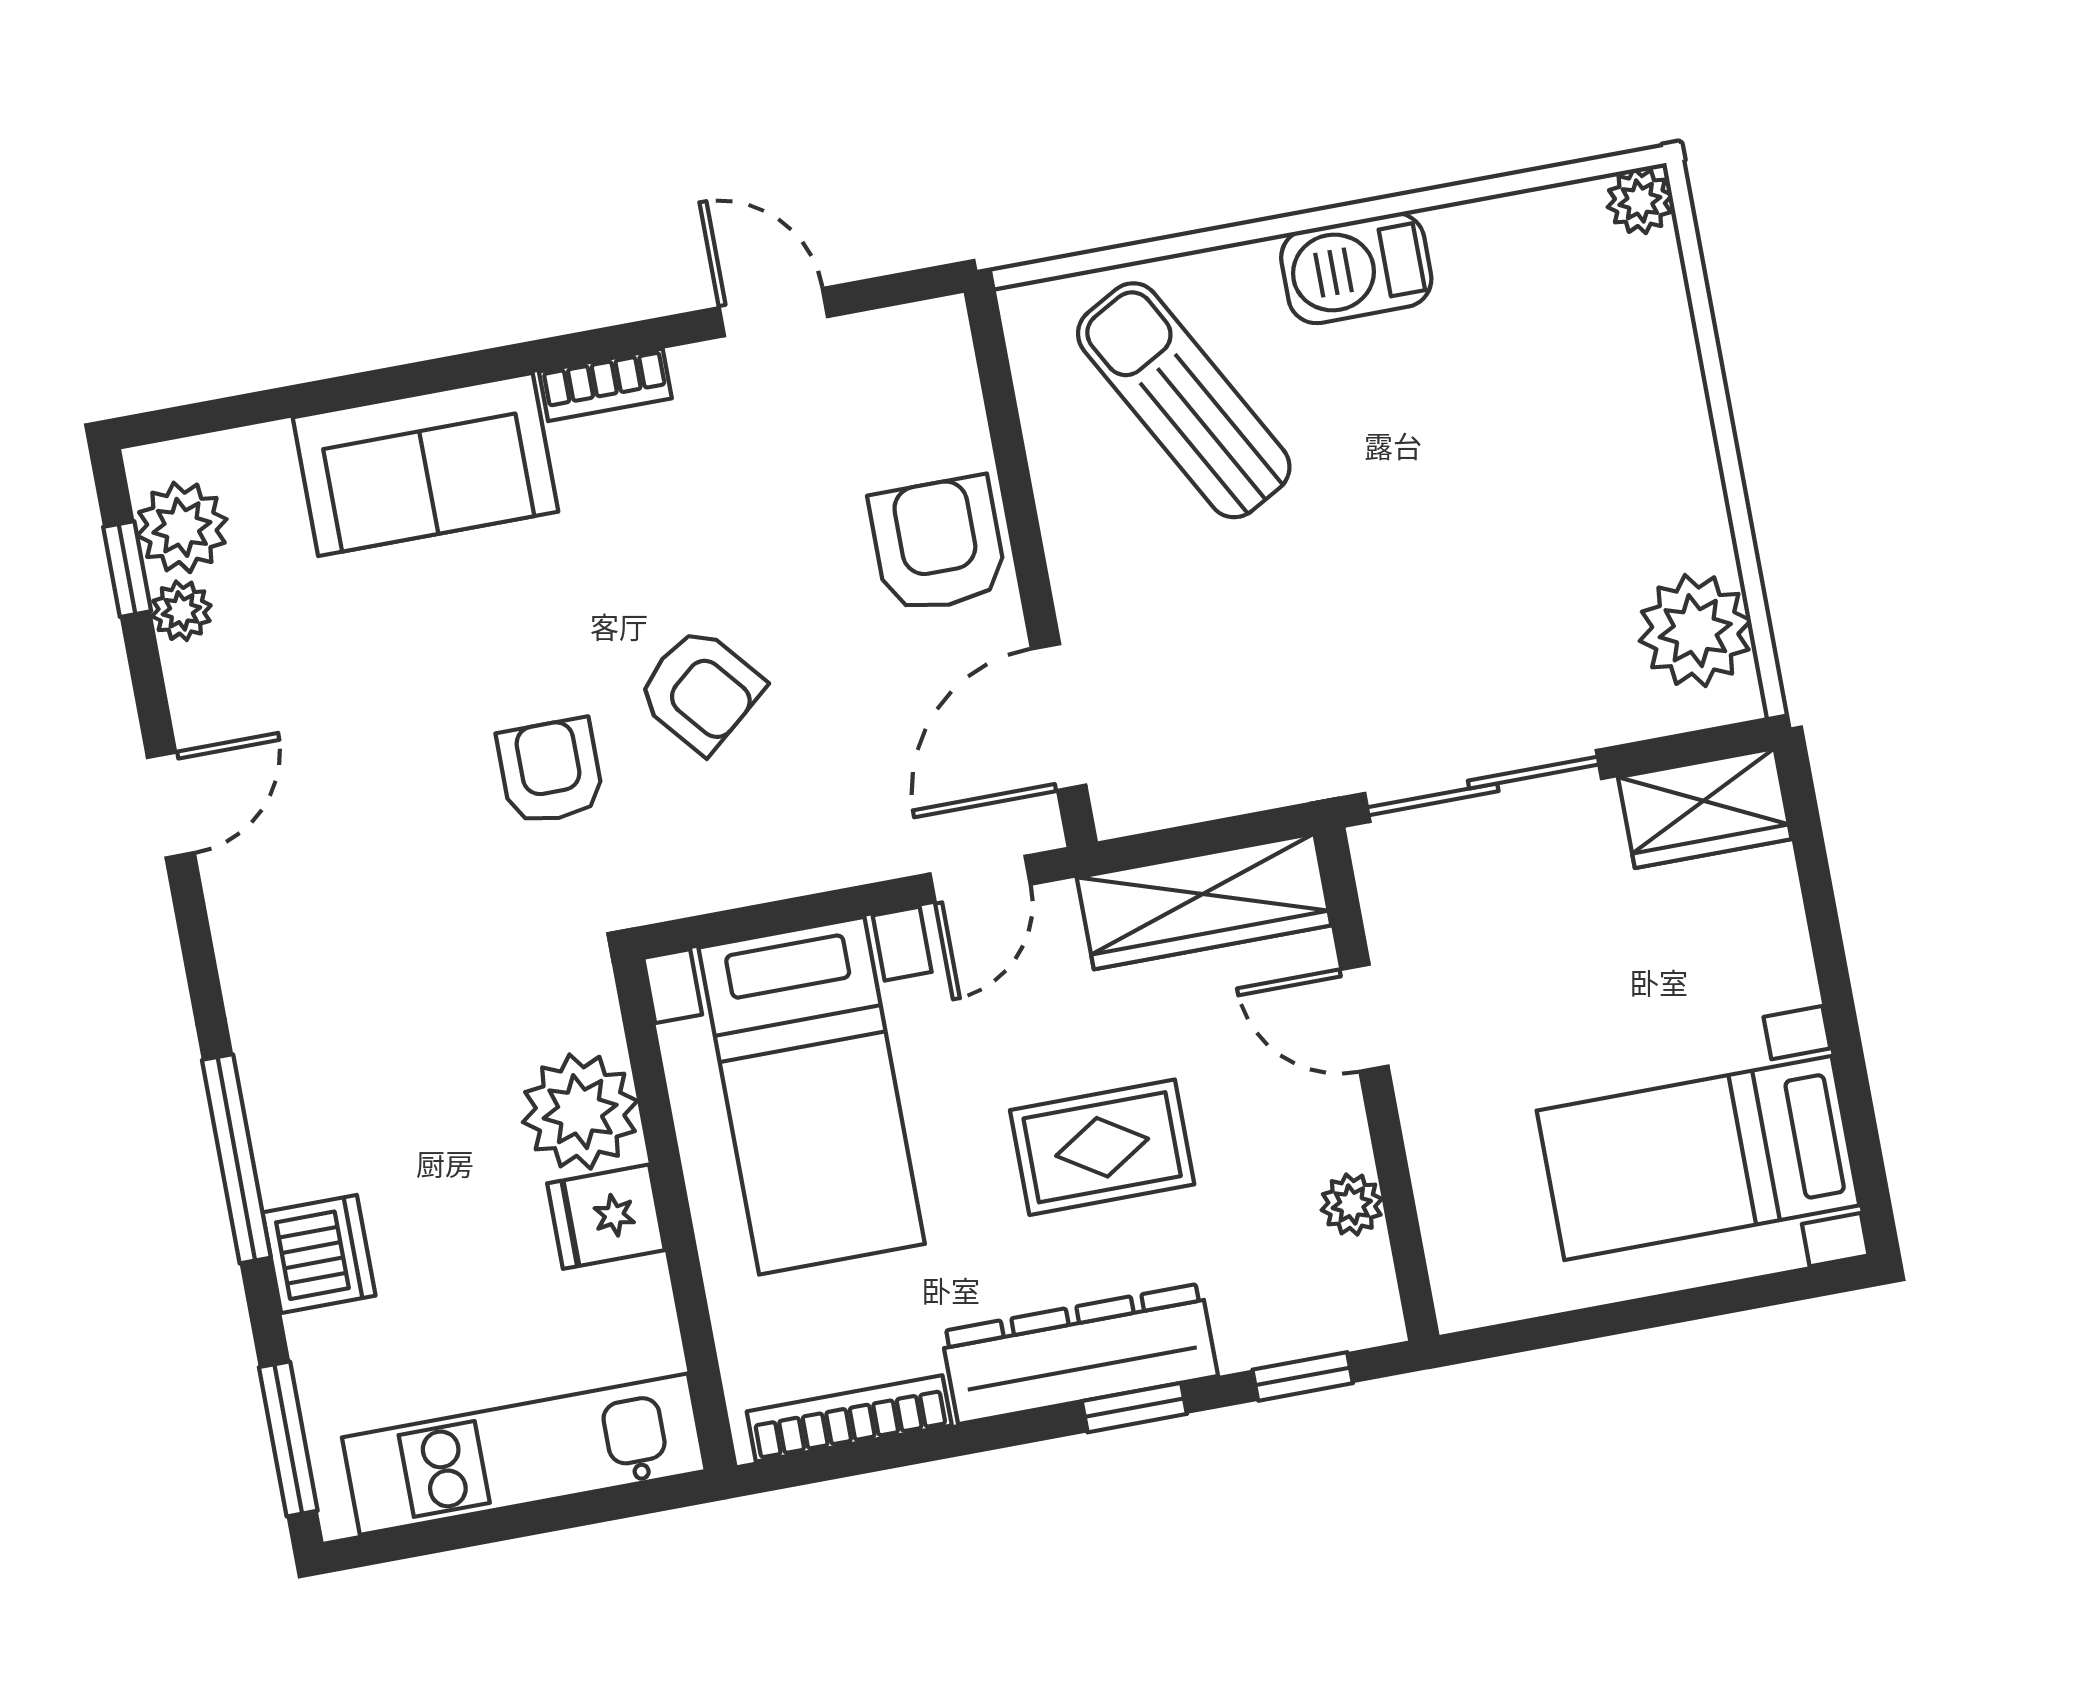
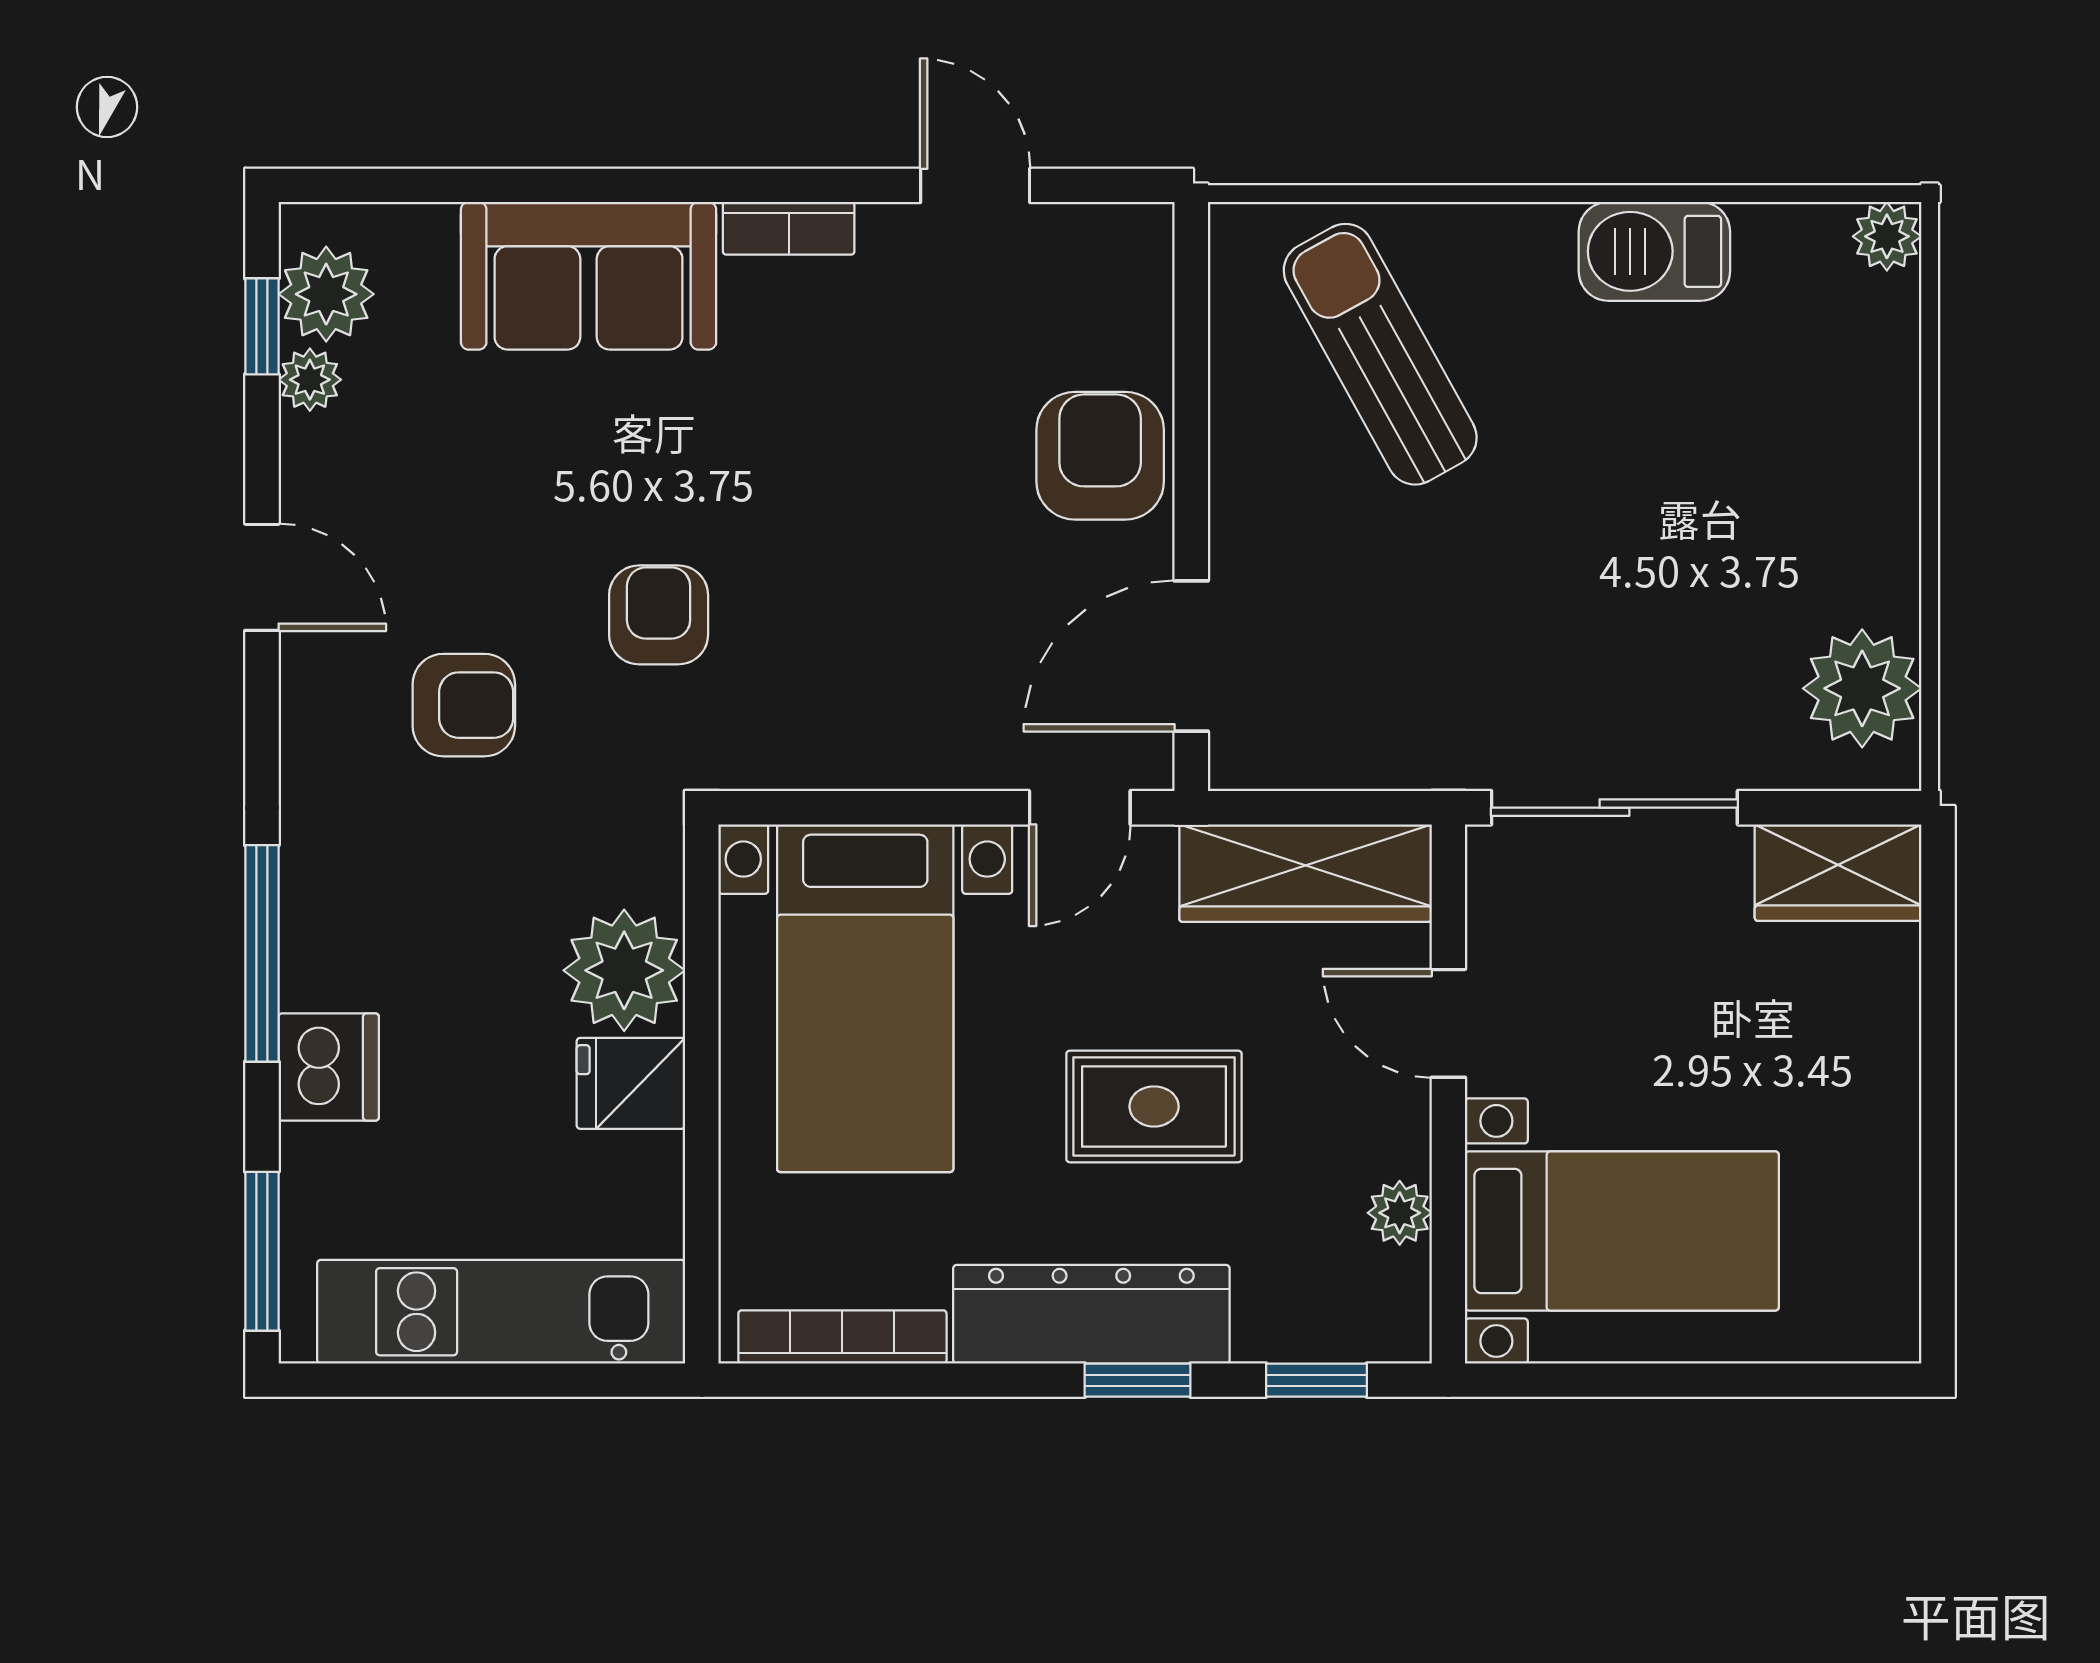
barbecue: (1356, 268) -> (1654, 251), moved
armchair: (700, 690) -> (464, 705), moved, turned -50
door: (171, 805) -> (262, 577), hinge flipped
bed with nightstands: (1698, 1158) -> (1622, 1231), moved, turned 180

